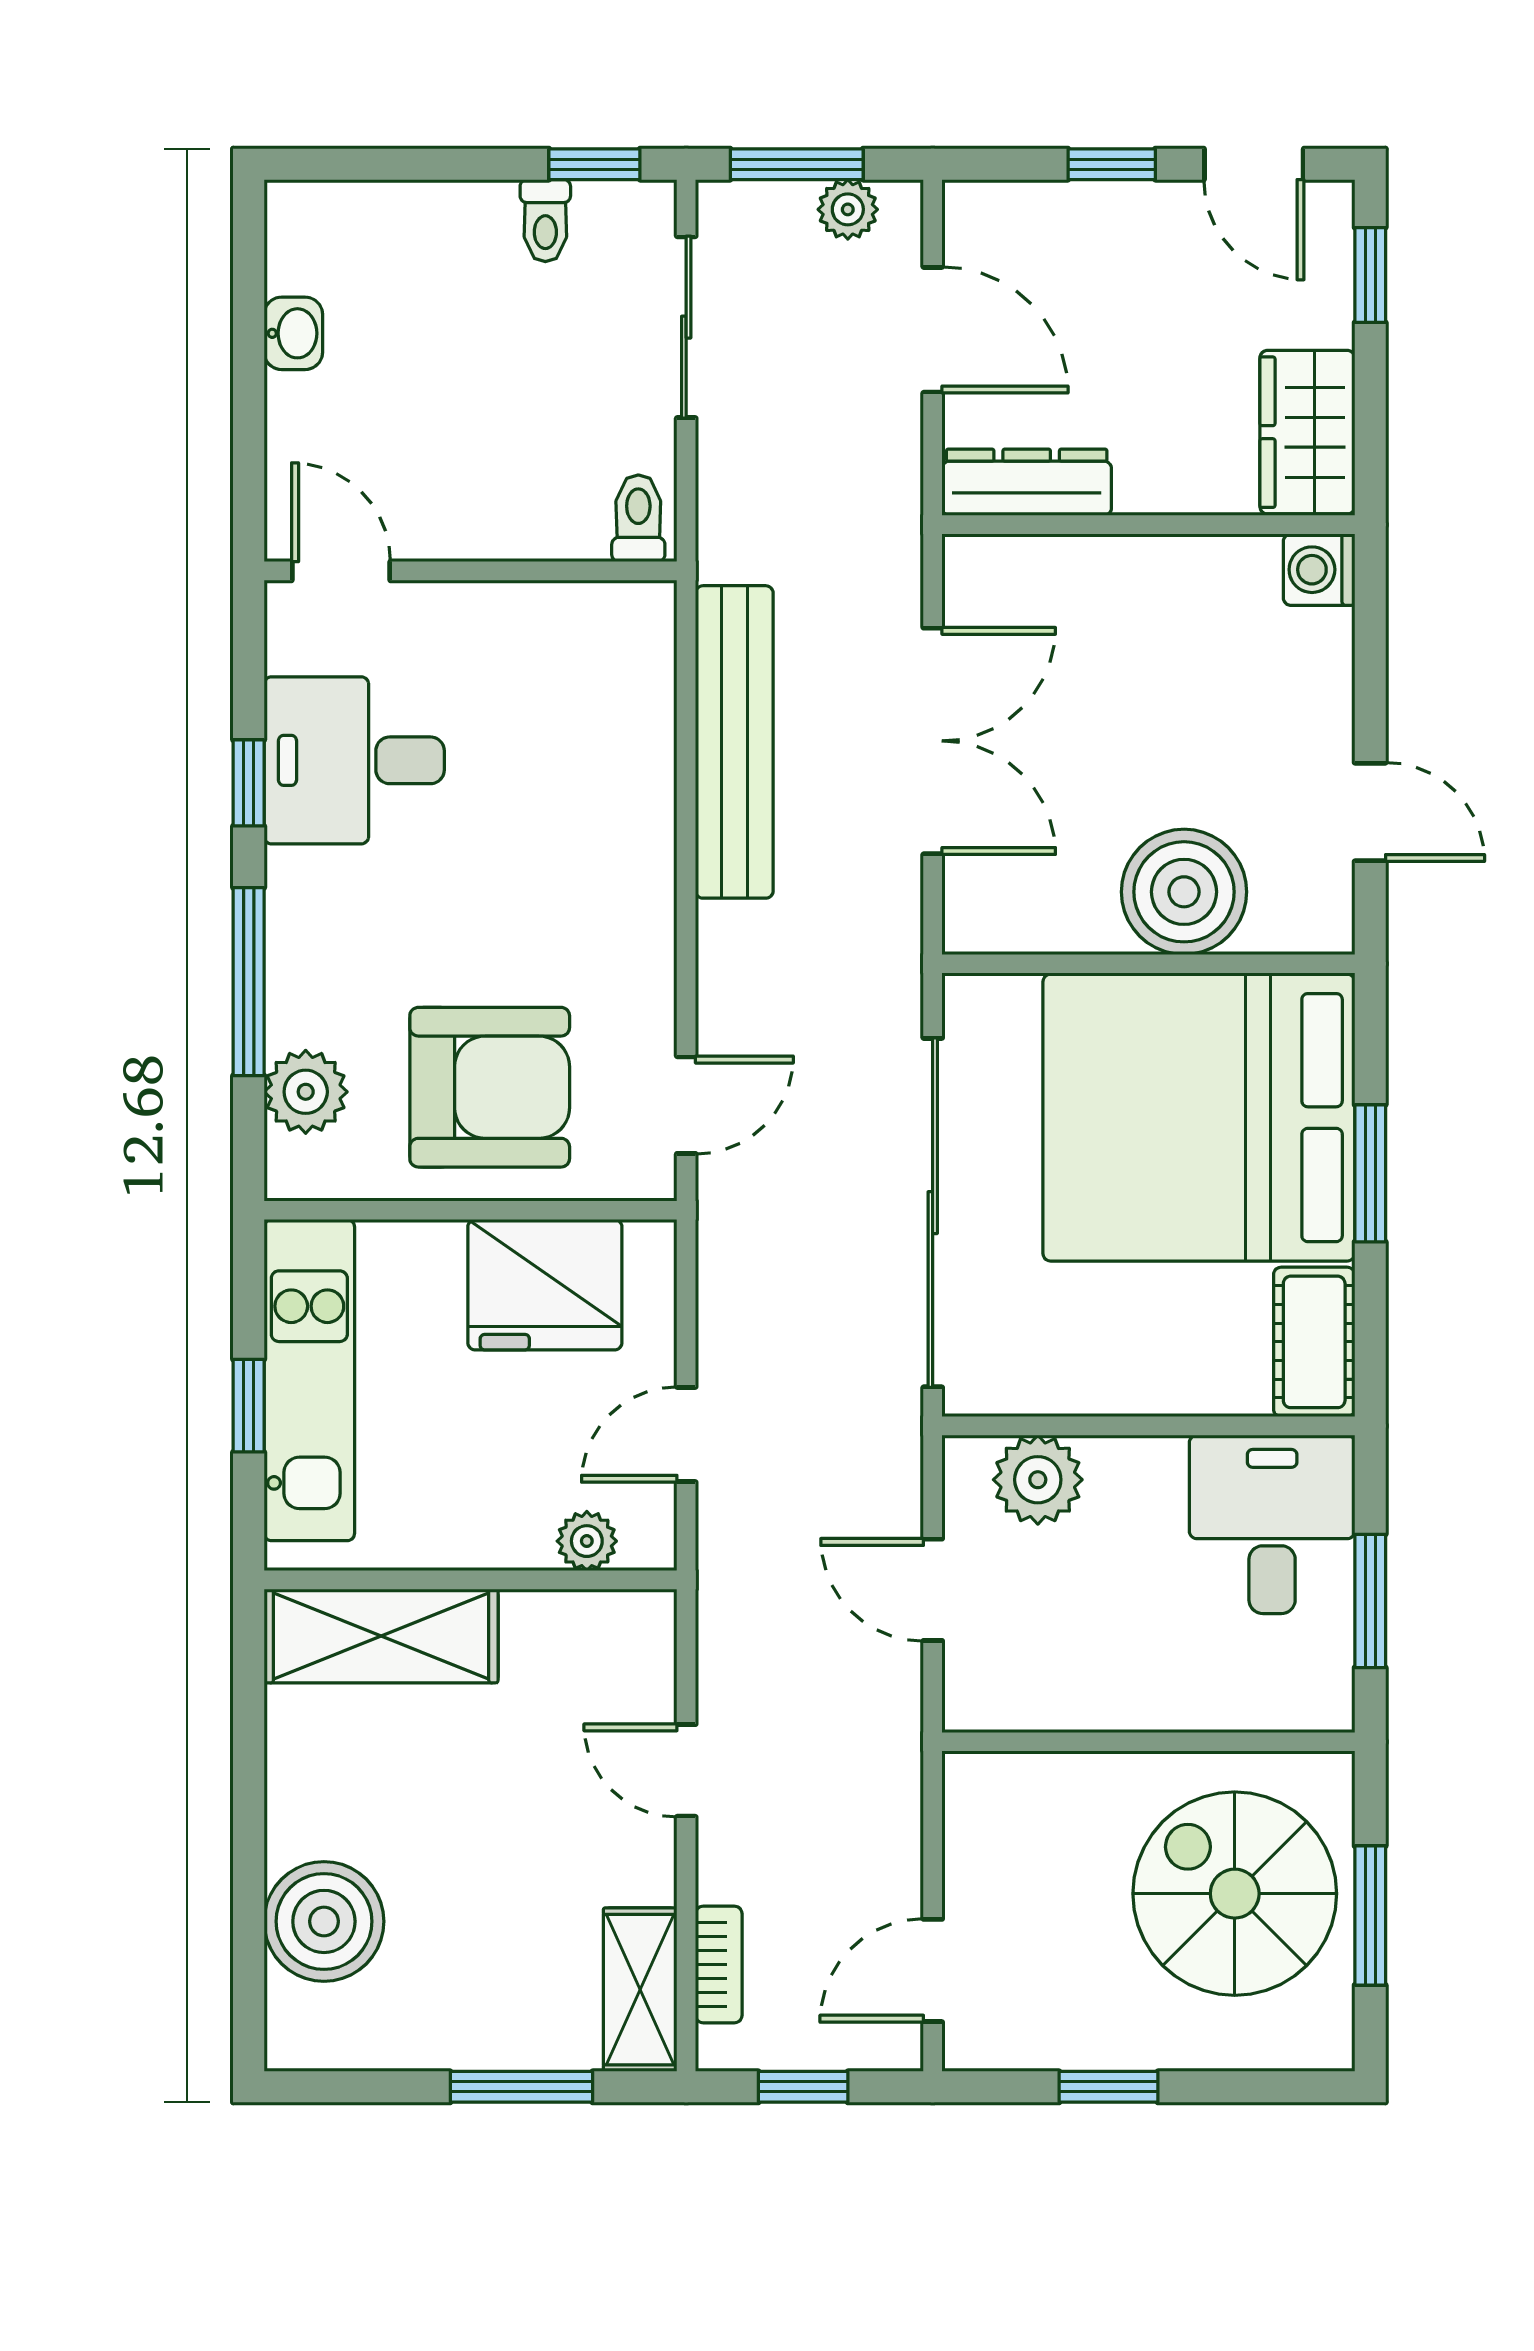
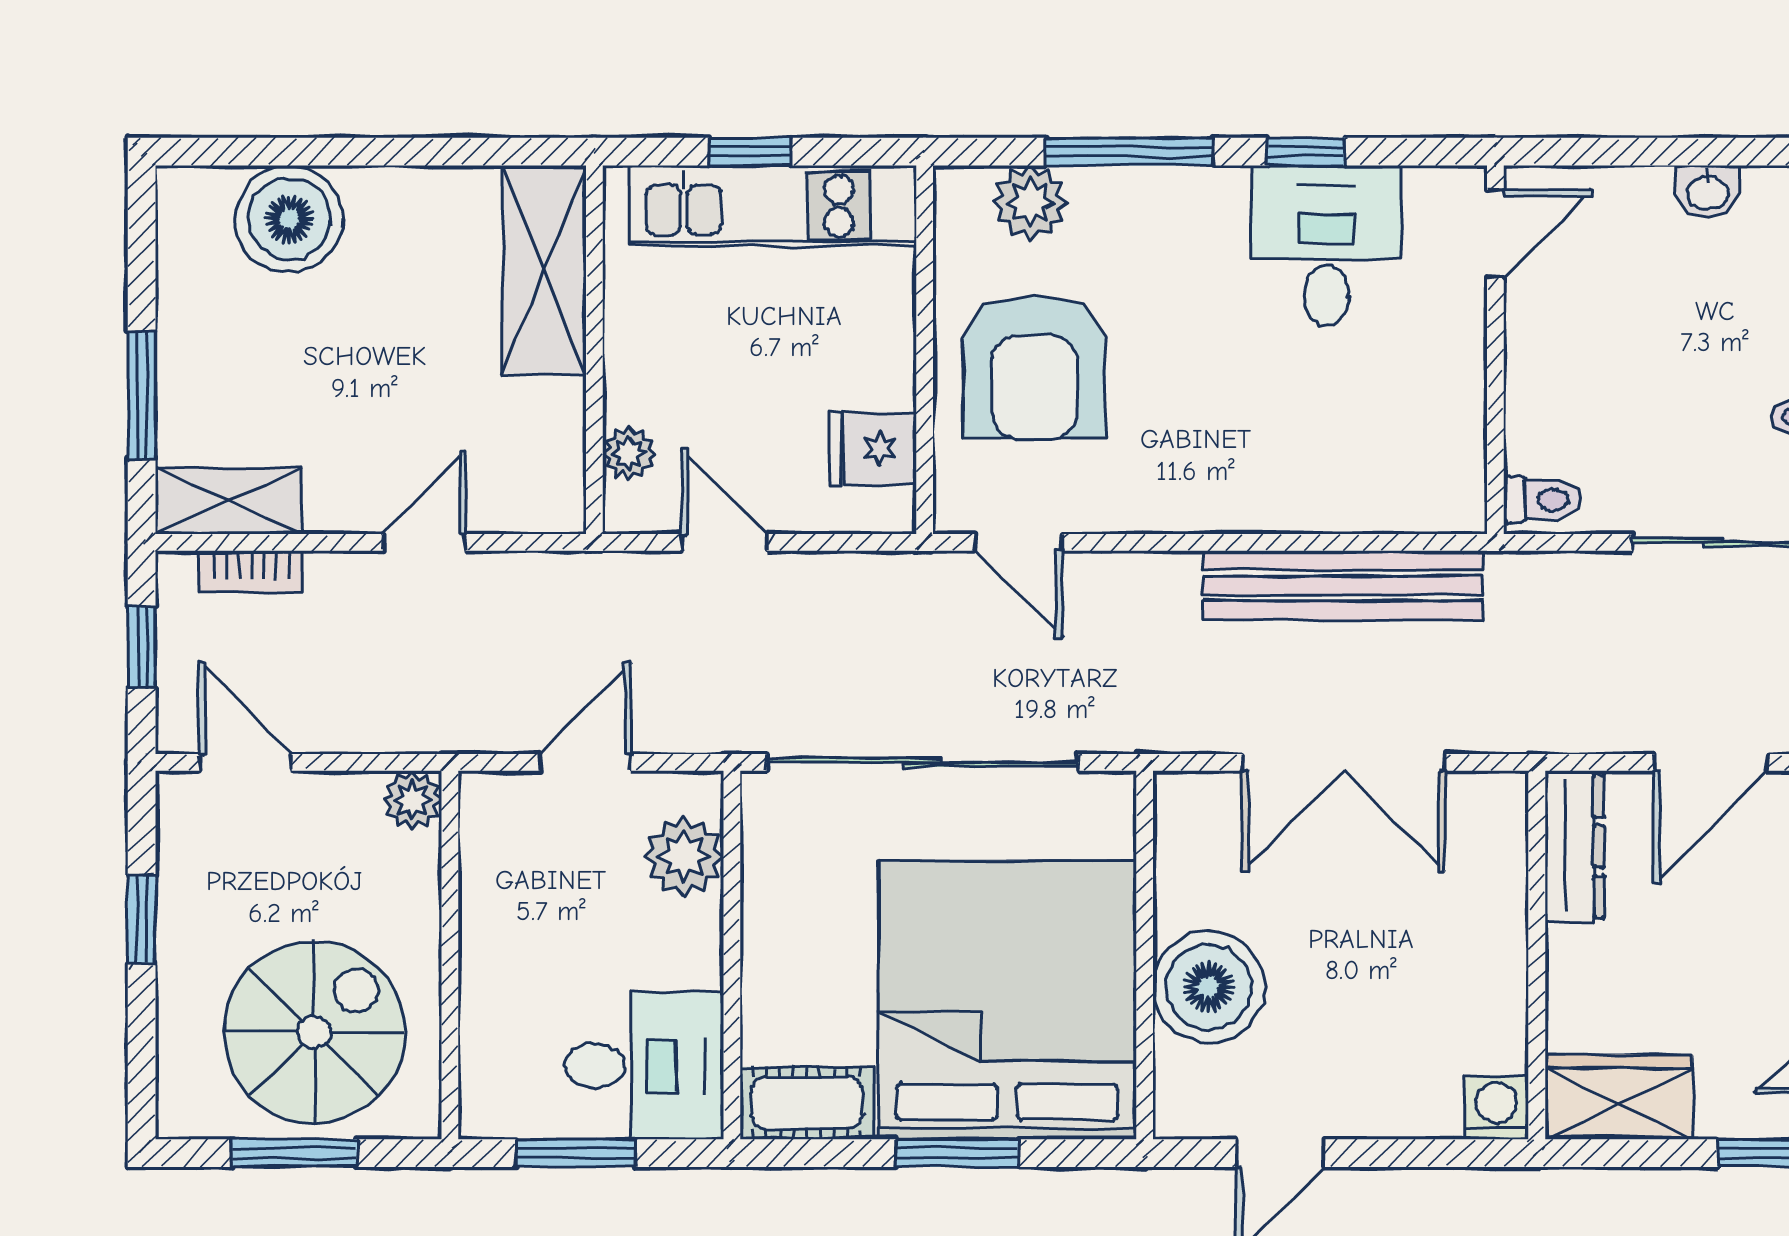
fridge: (545, 1285) -> (873, 448), width x0.53, depth x0.75
plant: (975, 1784) -> (412, 800), added

